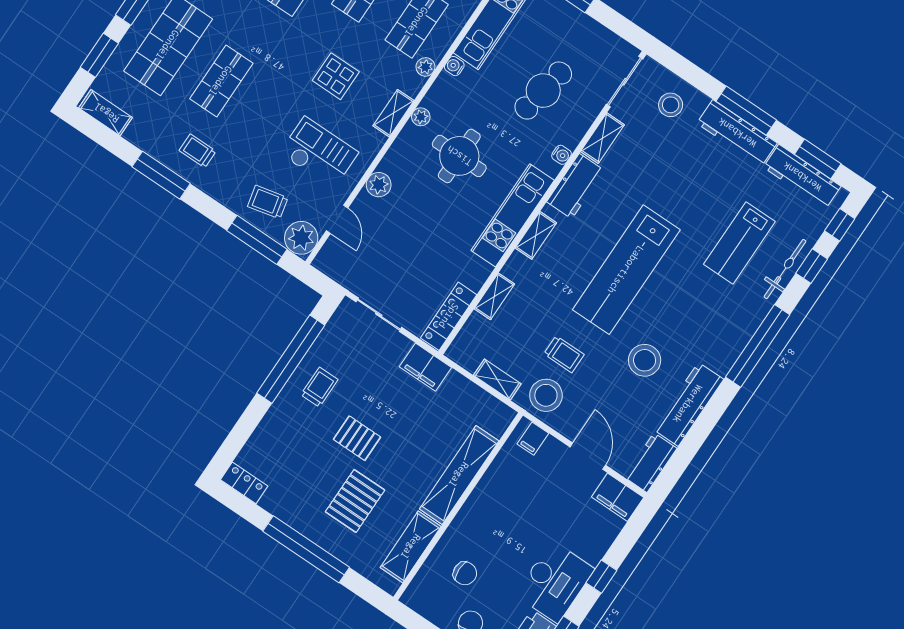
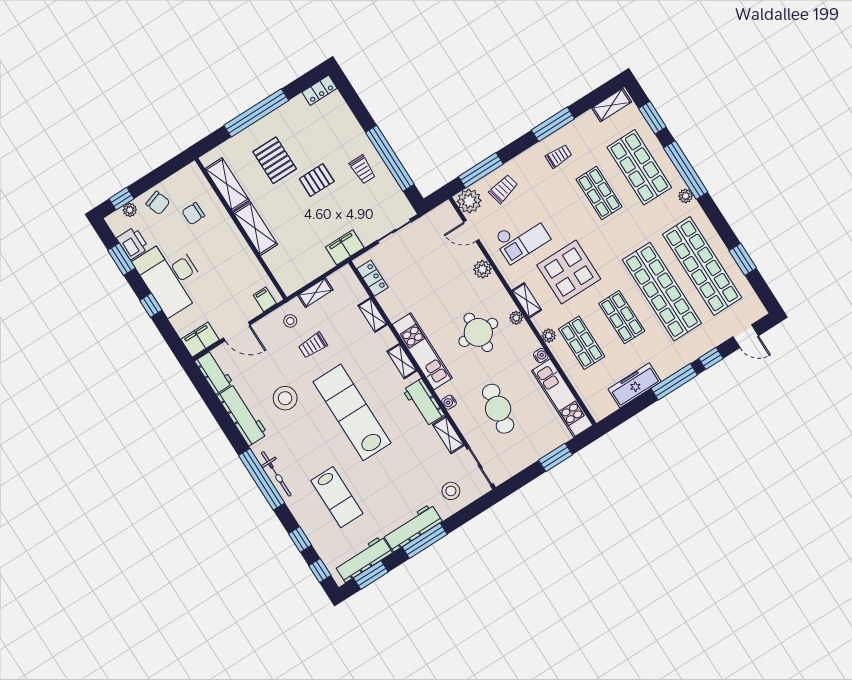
display table: (336, 76) -> (569, 272), width x1.86, depth x1.86
lab bench: (739, 243) -> (337, 497), turned 180
bicycle: (785, 269) -> (276, 474), moved
locker: (449, 316) -> (373, 278), width x0.66
stool: (546, 395) -> (290, 321), width x0.53, depth x0.53
shelving: (459, 475) -> (255, 229), width x0.68
desk: (555, 582) -> (171, 277), width x1.36, depth x1.30

